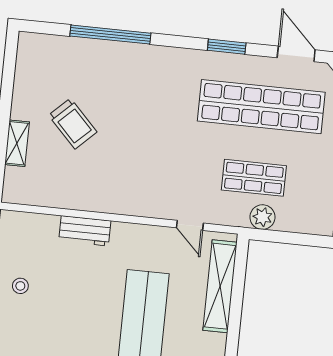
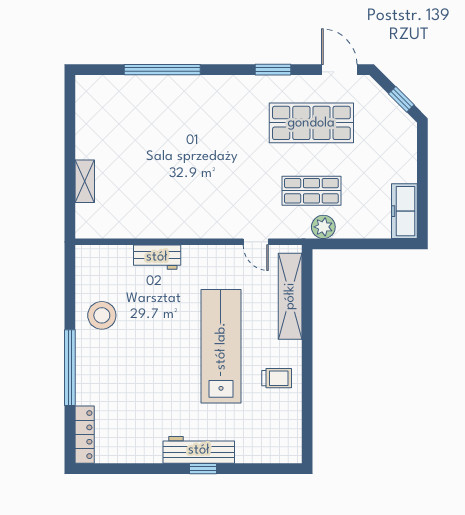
shop shelf: (261, 107) -> (311, 123), width x0.71
trolley: (73, 124) -> (135, 157), removed
stool: (20, 286) -> (102, 315), width x1.89, depth x1.89

